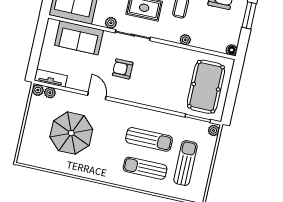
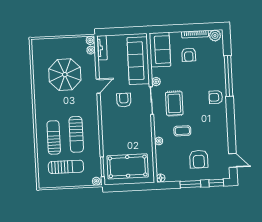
sofa: (79, 38) -> (138, 61), width x1.36

